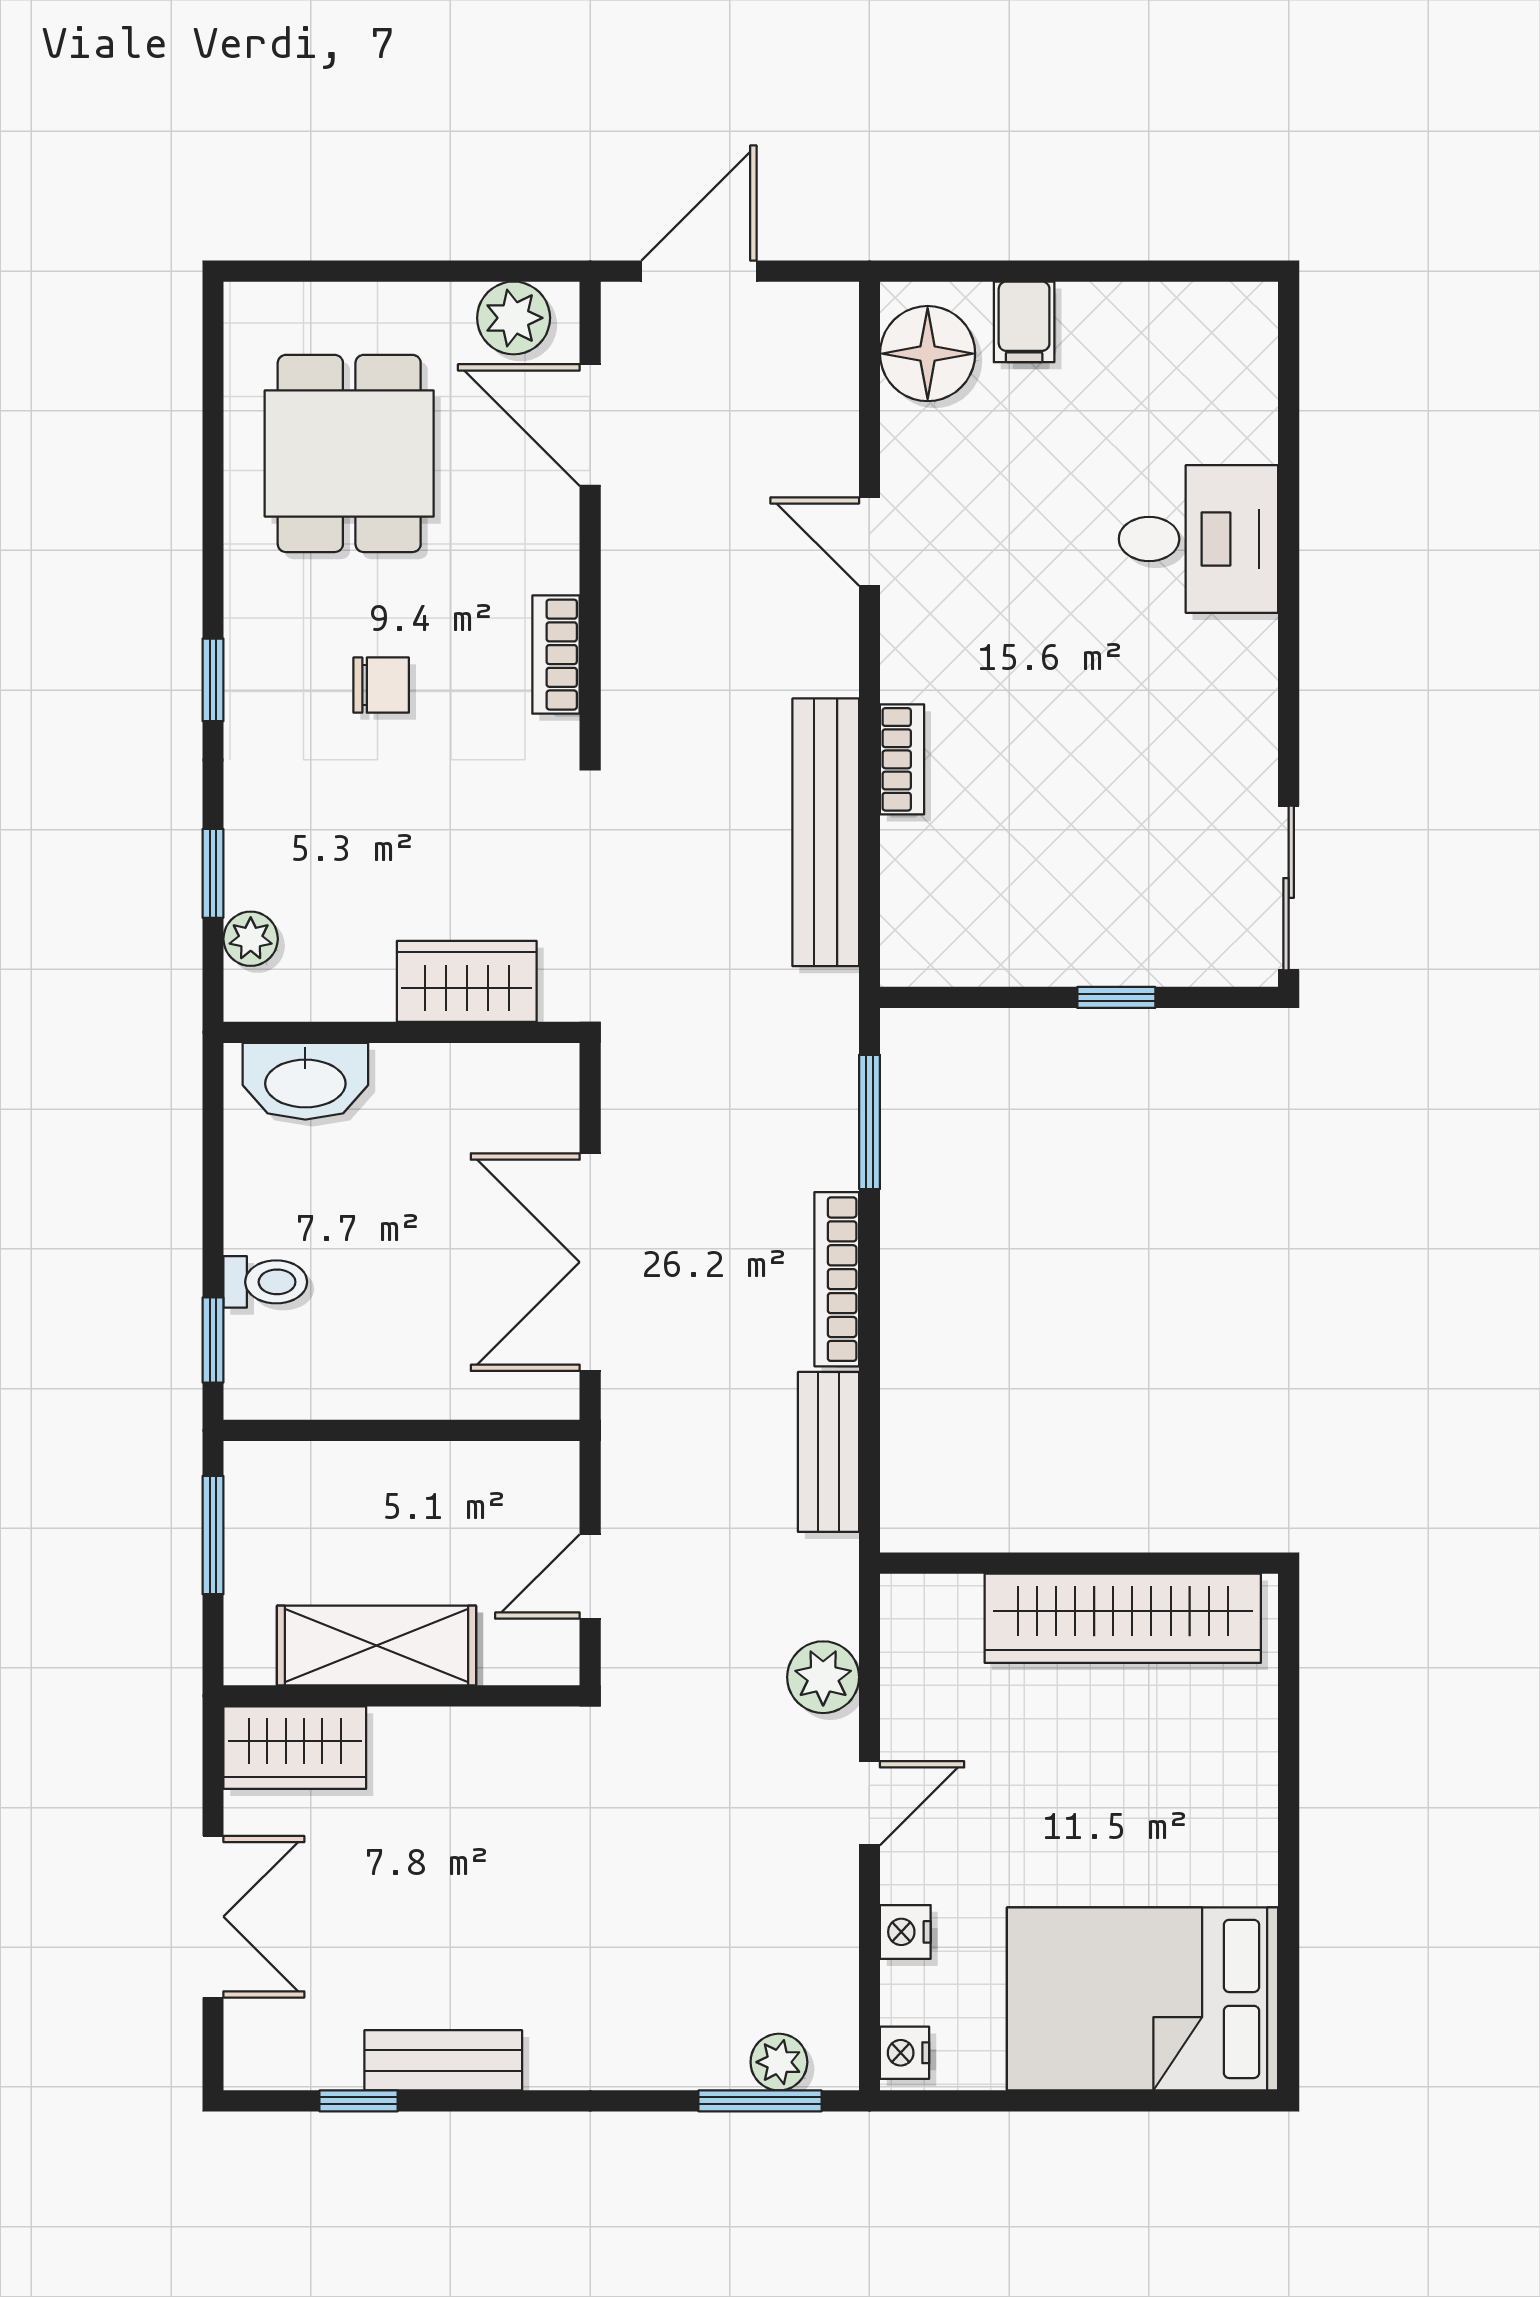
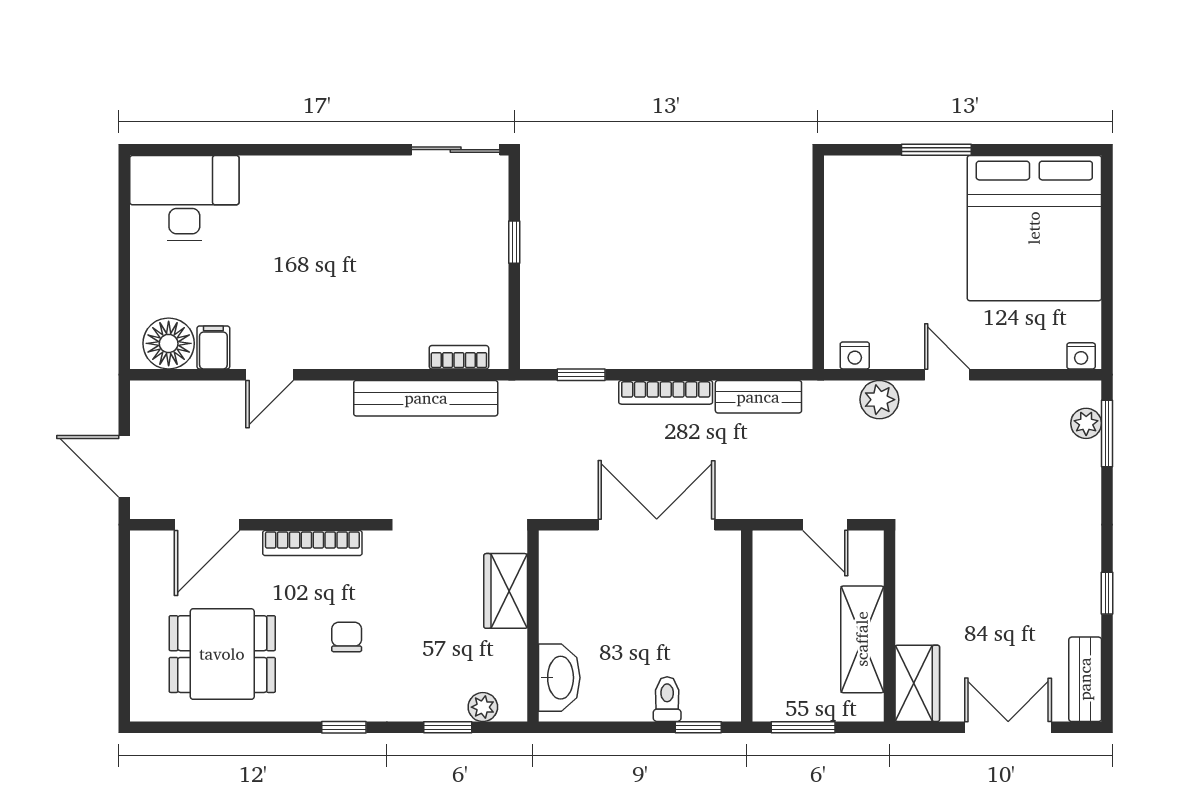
plant: (514, 318) -> (149, 566), removed
filing cabinet: (1024, 322) -> (213, 347), moved, turned -90
desk: (1198, 539) -> (184, 198), moved, width x1.37
bookcase: (556, 655) -> (312, 543), width x1.56
bookcase: (902, 759) -> (459, 357), moved
window: (869, 1122) -> (581, 375), width x0.67
double door: (590, 1262) -> (657, 525), swing flipped
wardrobe: (1123, 1618) -> (848, 239), removed
window: (1289, 1783) -> (936, 150), added
nightstand: (905, 1932) -> (855, 355), moved
bed: (1143, 1999) -> (1034, 228), width x1.36
bench: (443, 2060) -> (1085, 679), moved
window: (359, 2101) -> (1107, 593), moved

